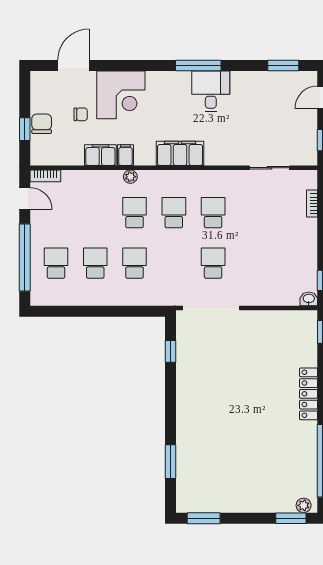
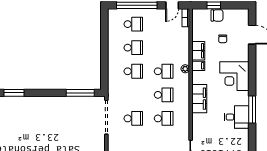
corner desk: (121, 95) -> (234, 76), moved
window: (171, 351) -> (80, 93), width x2.17

